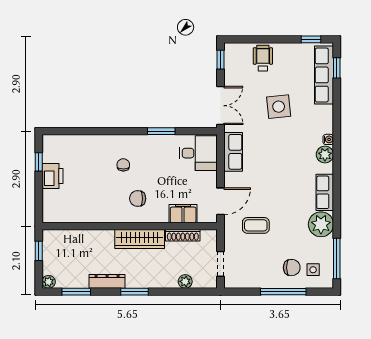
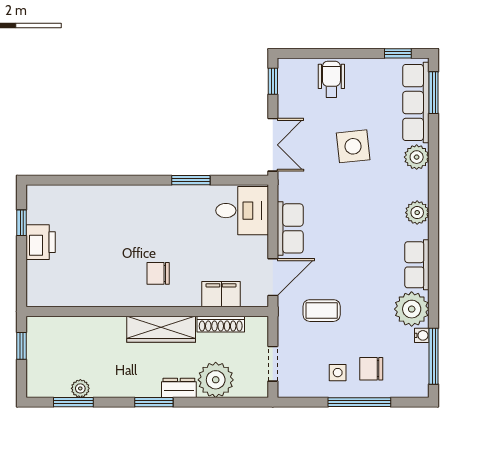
window: (337, 68) -> (434, 93), width x1.50
plant: (325, 114) -> (417, 157), added
water cooler: (328, 139) -> (422, 335), moved
row of seats: (233, 152) -> (290, 228), moved
chair: (123, 165) -> (138, 227), removed
chair: (292, 268) -> (371, 369), turned 180
side table: (313, 270) -> (338, 373), moved
dresser: (107, 281) -> (179, 388), moved, width x0.70
plant: (185, 281) -> (216, 380), width x1.88, depth x1.88
plant: (49, 282) -> (80, 388), moved

